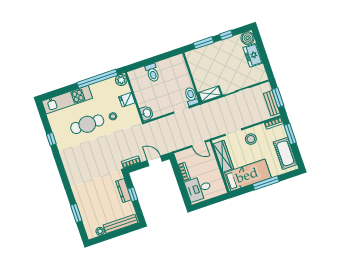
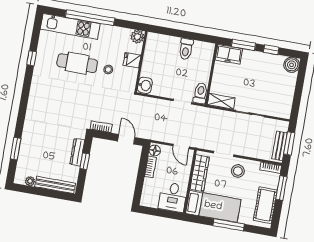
freezer: (253, 55) -> (229, 54), moved, turned -90
toilet: (152, 73) -> (186, 49), moved
window: (97, 79) -> (90, 18), moved
floor lamp: (181, 158) -> (155, 150), added
desk: (199, 189) -> (173, 197), moved, turned -90

